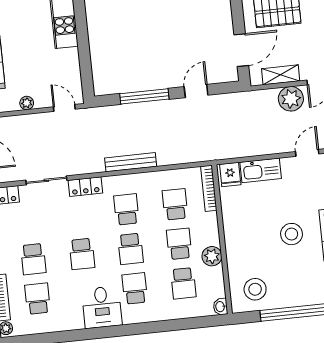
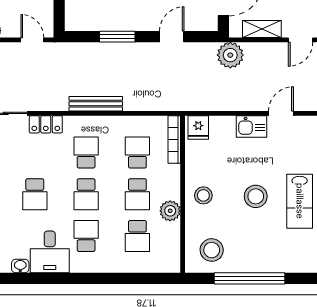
window: (144, 96) -> (117, 37), width x0.69
plant: (291, 99) -> (230, 55), moved
kitchen sink: (261, 170) -> (252, 127), moved, width x0.73
stool: (242, 238) -> (203, 195), added
school desk: (179, 244) -> (137, 194), turned 180
washbasin: (220, 307) -> (20, 266), moved, turned 90

